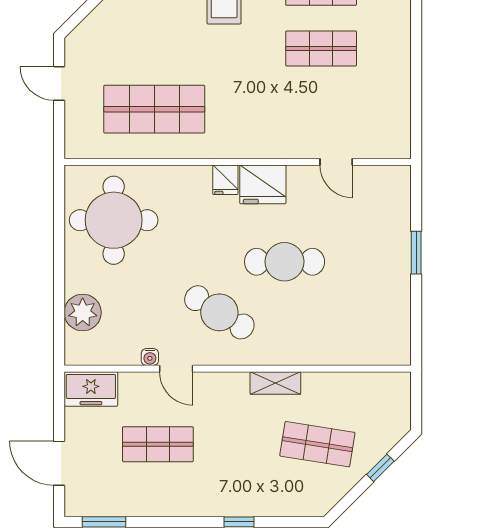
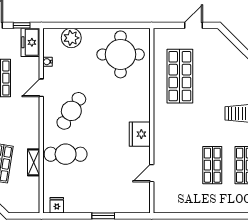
fridge: (225, 180) -> (57, 205), moved, turned 90
cafe table: (285, 262) -> (66, 154), moved, turned 90
water cooler: (150, 357) -> (48, 62), moved
shelving: (275, 383) -> (34, 162), moved
window: (59, 406) -> (22, 25), added

